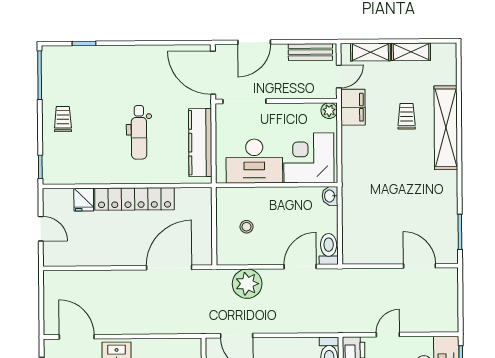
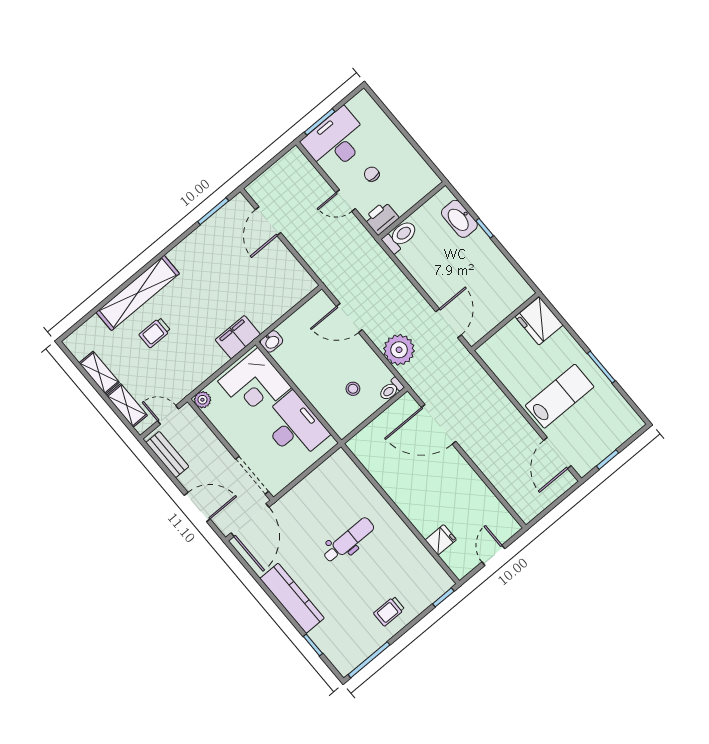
filing cabinet: (353, 107) -> (238, 337), moved
kitchen counter: (200, 143) -> (292, 598), moved, turned -90
locker: (134, 199) -> (406, 499), removed
toilet: (329, 249) -> (391, 389), moved, width x0.73, depth x0.72

